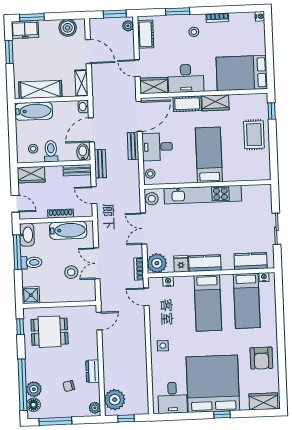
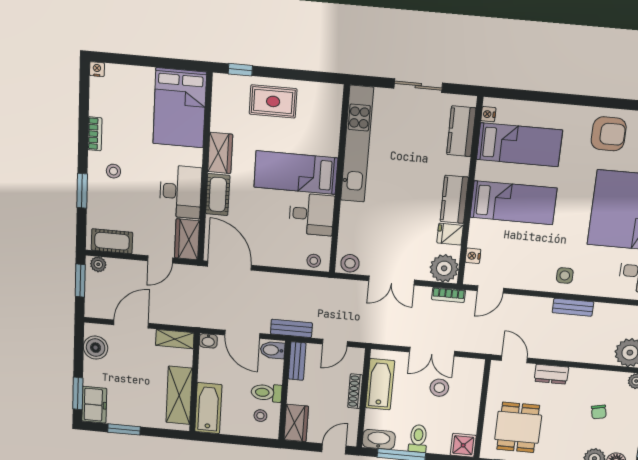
bench: (133, 146) -> (573, 307), moved
desk: (157, 147) -> (312, 214), moved, turned -90
kitchen unit: (203, 195) -> (357, 144), moved
dresser: (93, 371) -> (551, 374), moved

